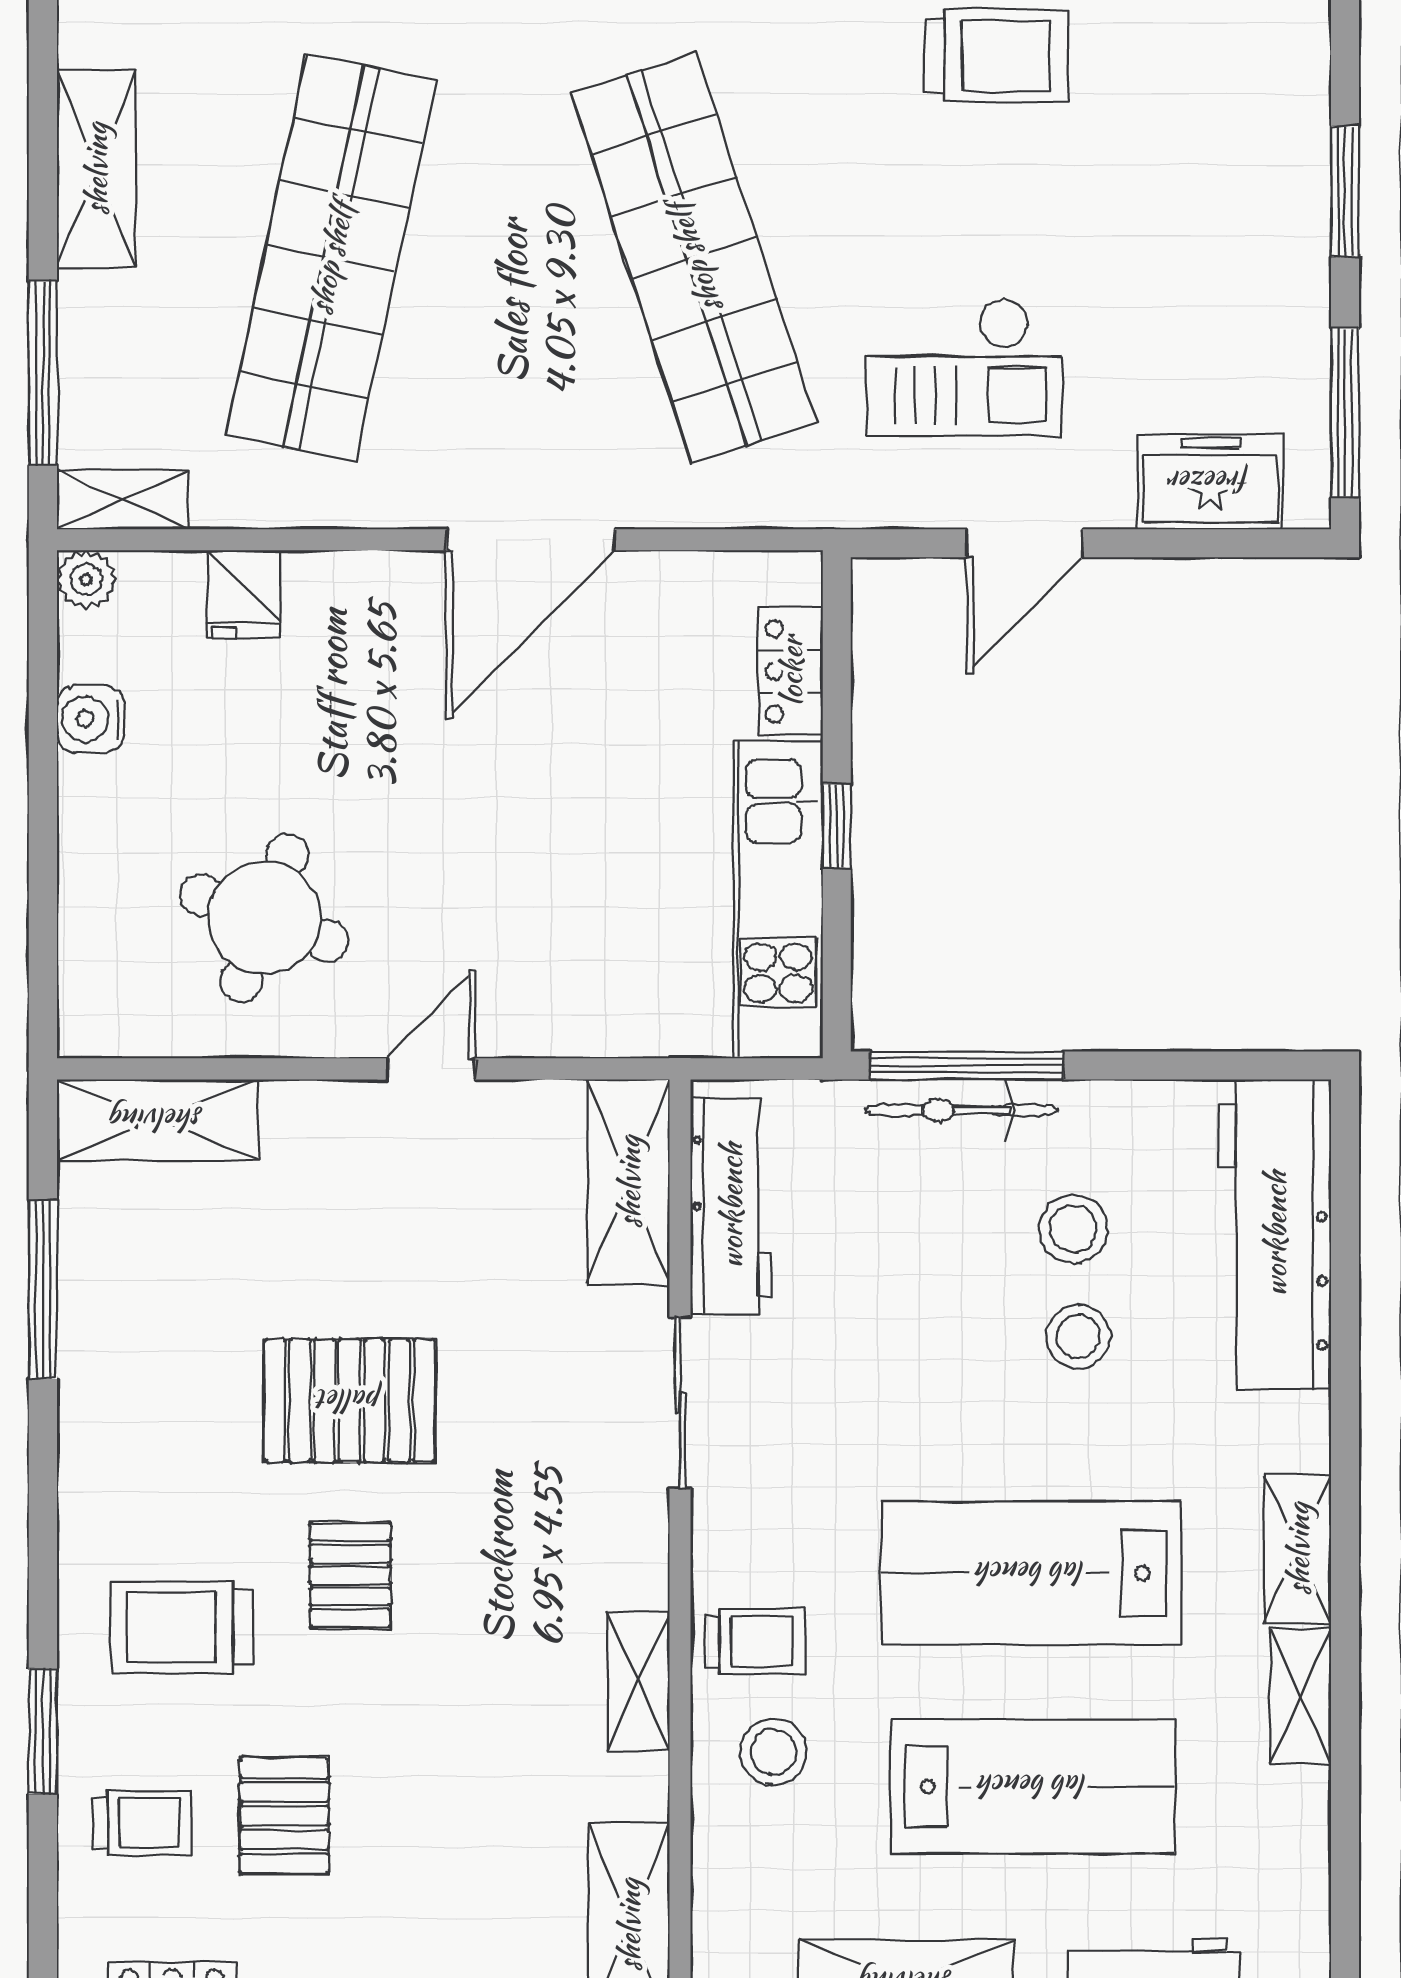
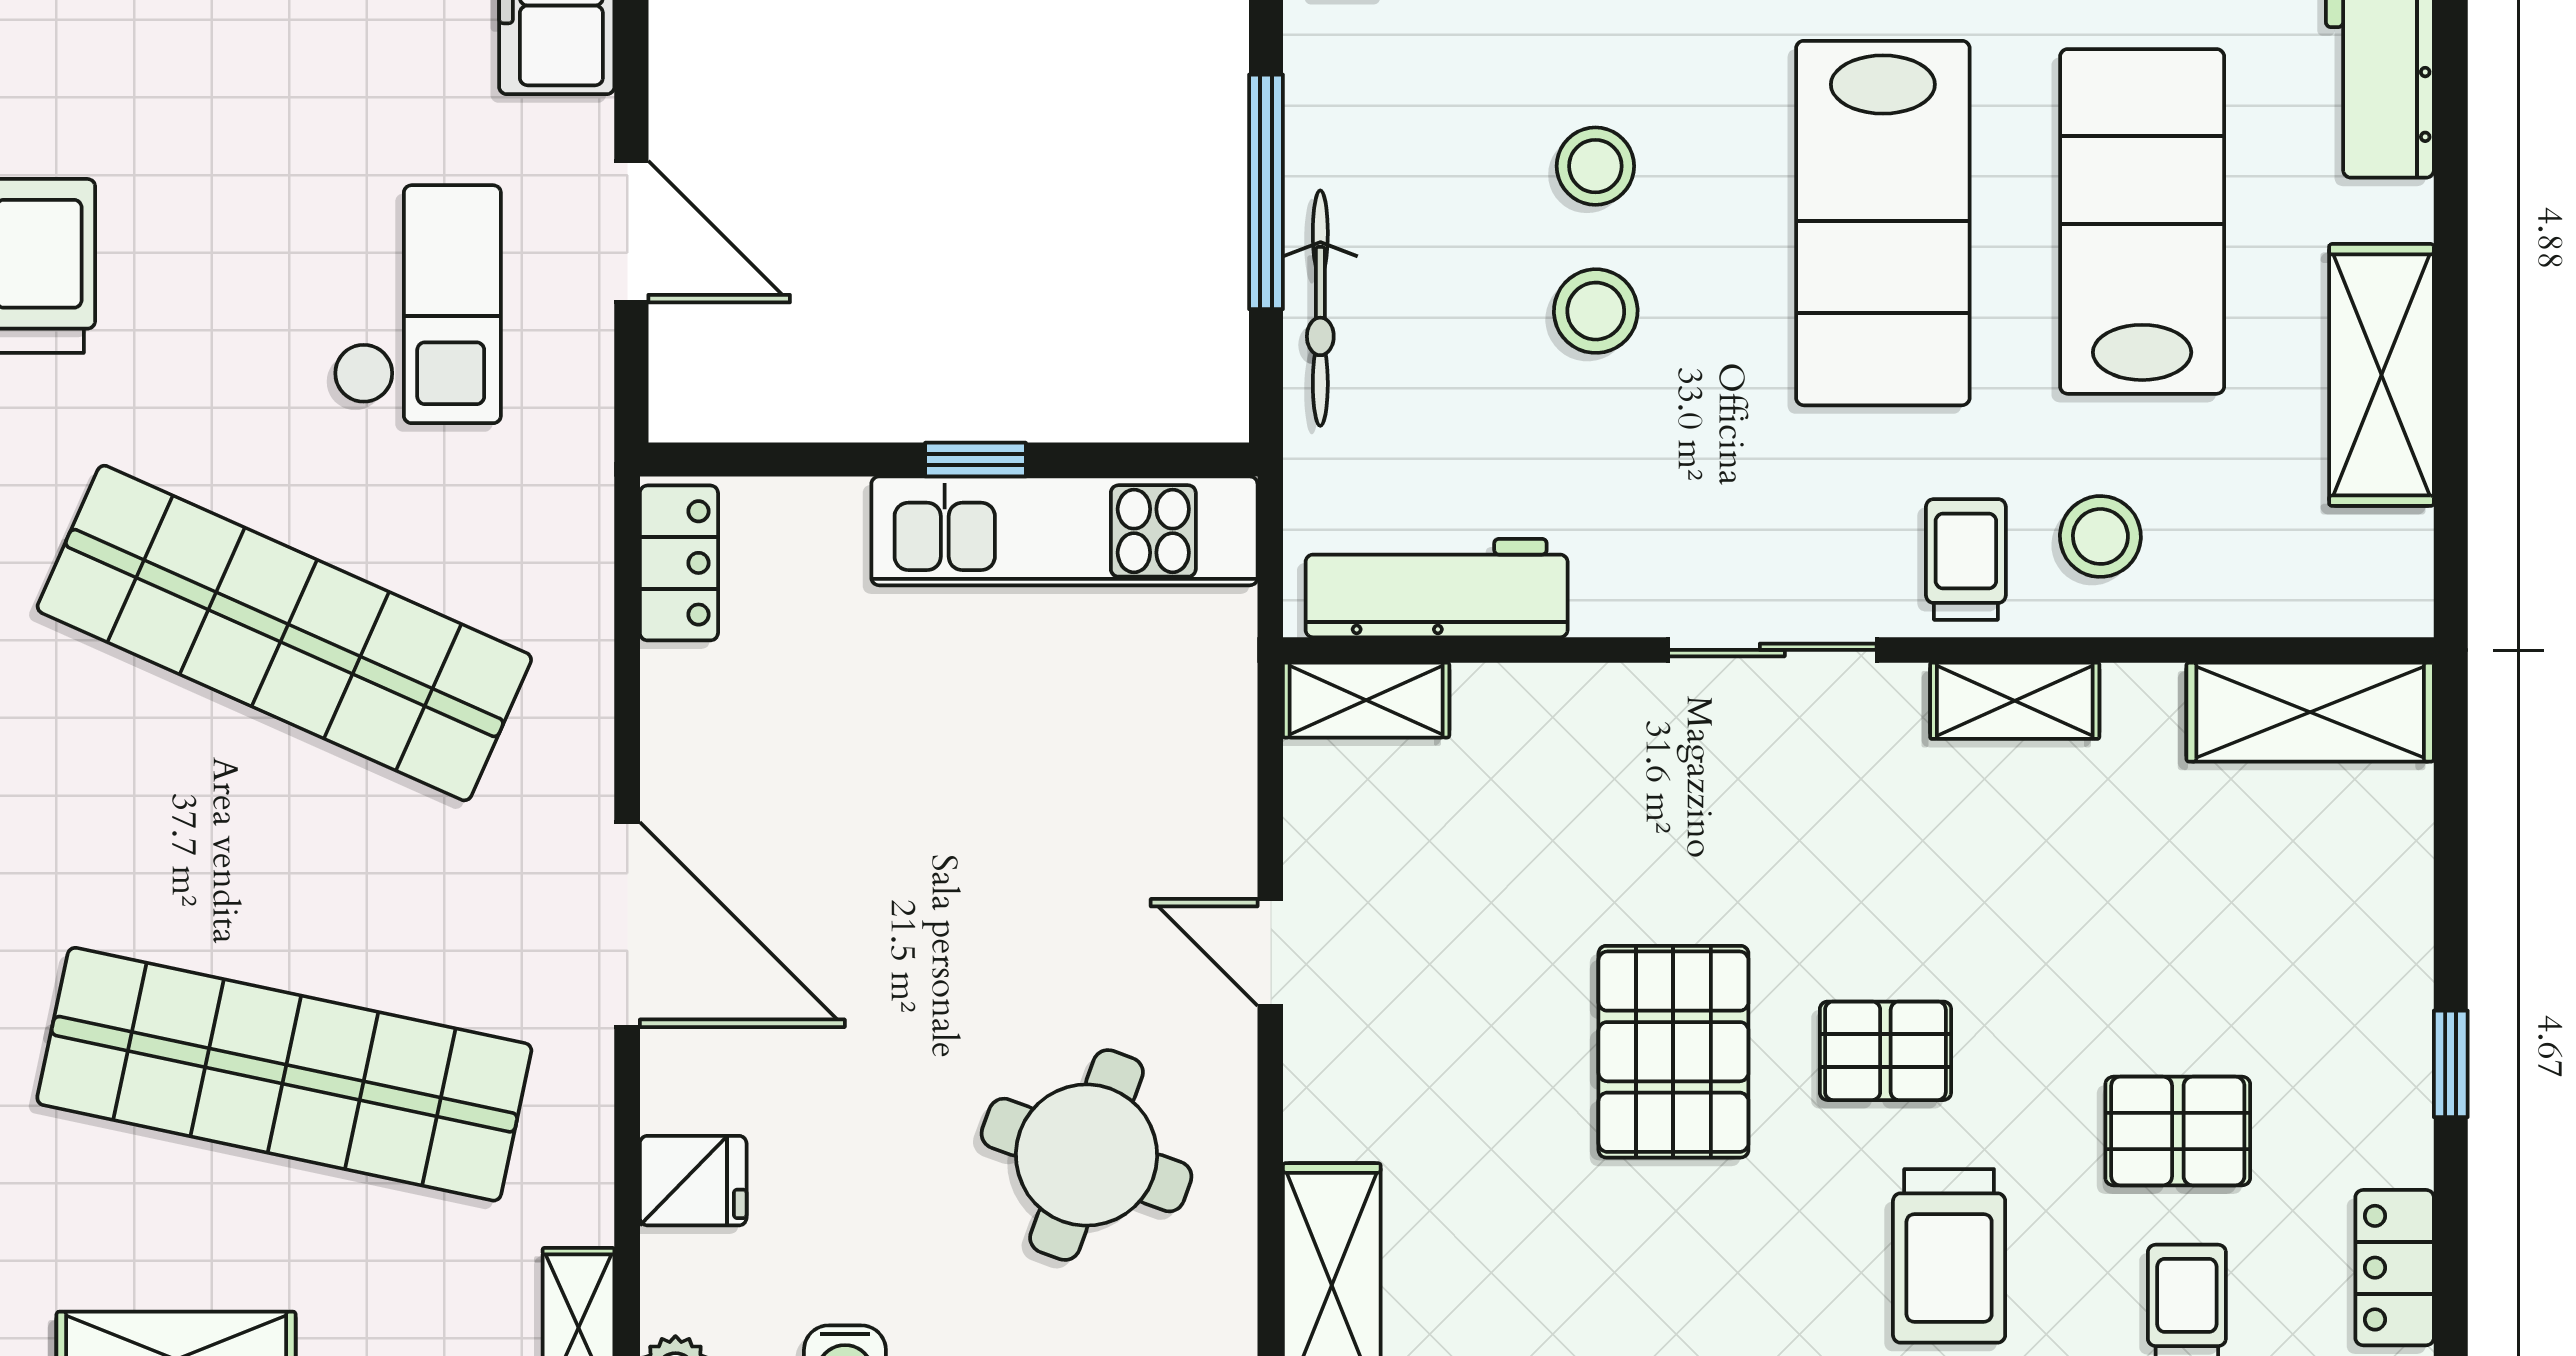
shop shelf: (694, 258) -> (284, 633), turned 42
door: (531, 540) -> (627, 925), moved
locker: (791, 671) -> (679, 563), moved, turned -90
window: (967, 1065) -> (1266, 192), moved
shelving: (629, 1182) -> (1366, 700), width x0.67, depth x0.75
stool: (1073, 1229) -> (1596, 311), moved
sliding door: (680, 1402) -> (1772, 650), moved

